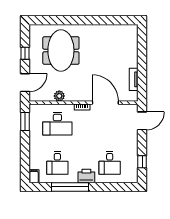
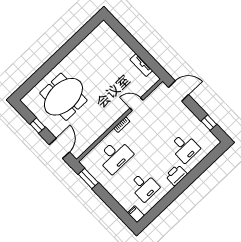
meeting table: (61, 51) -> (63, 97), turned 90
plant: (59, 96) -> (96, 133), removed
door: (105, 103) -> (136, 104), width x0.53
door: (142, 121) -> (179, 91), hinge flipped
window: (70, 187) -> (172, 196), removed

